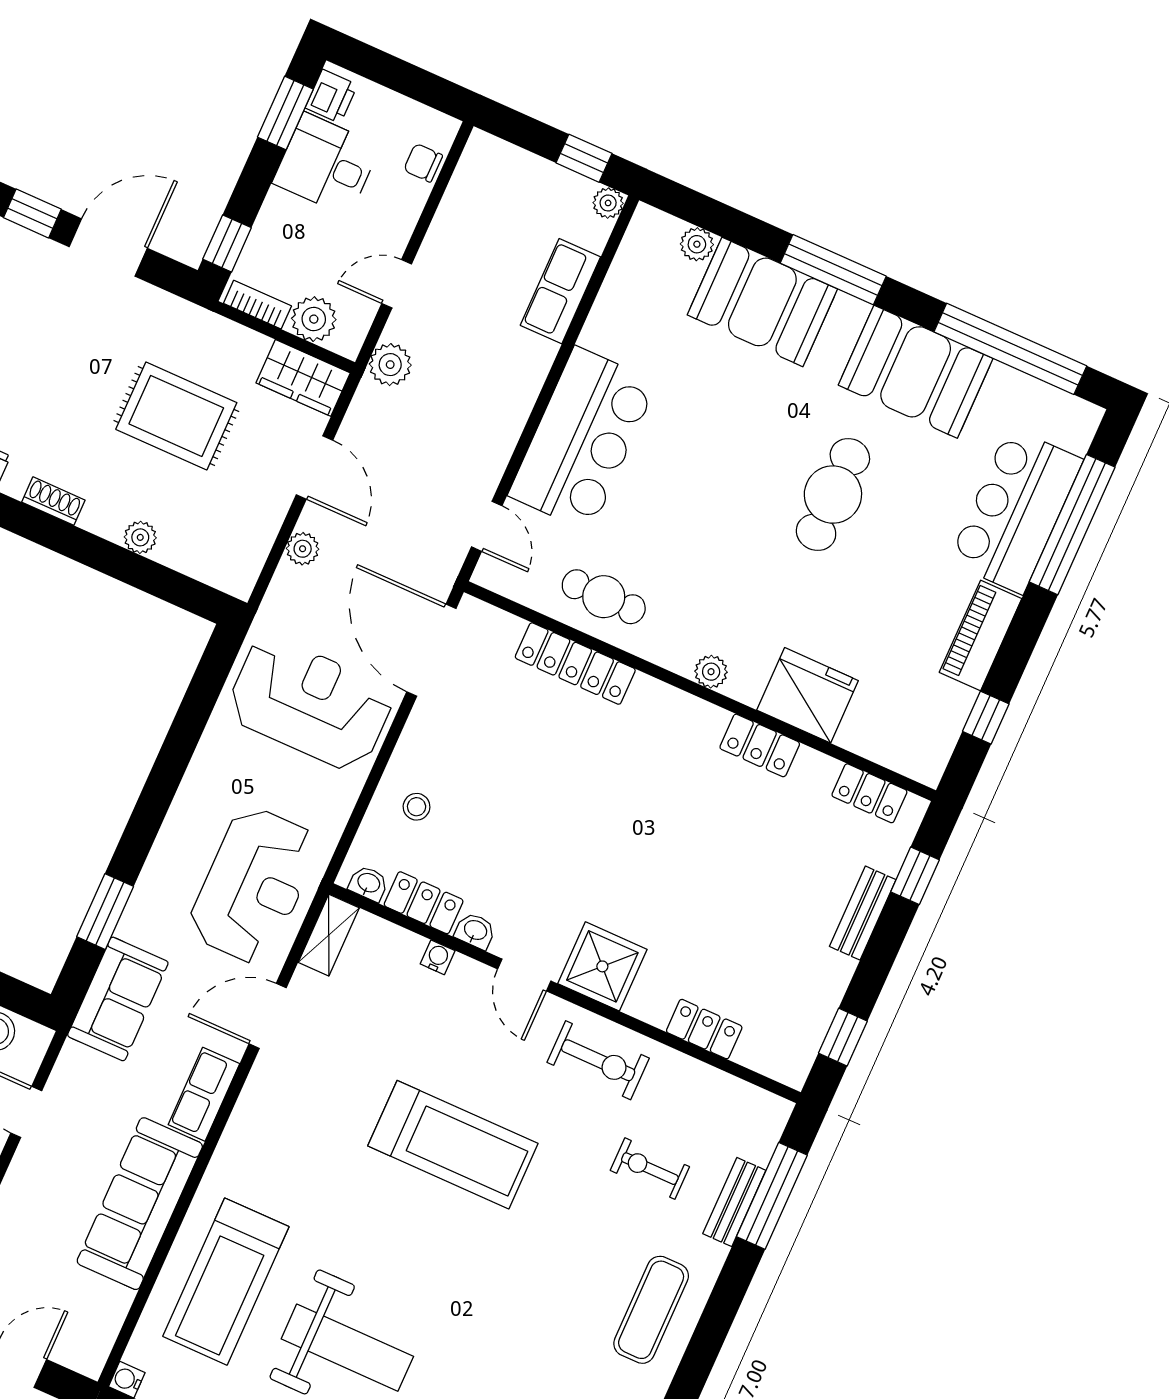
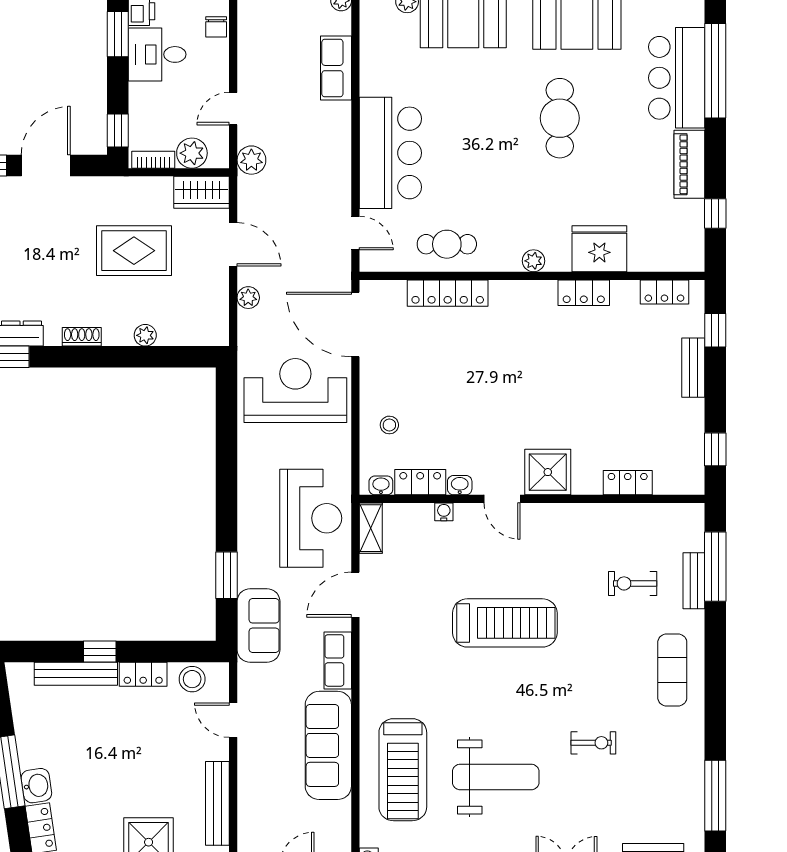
chair: (423, 163) -> (216, 27), turned -90
exercise bike: (598, 1060) -> (593, 743), moved, width x0.73, depth x0.72

